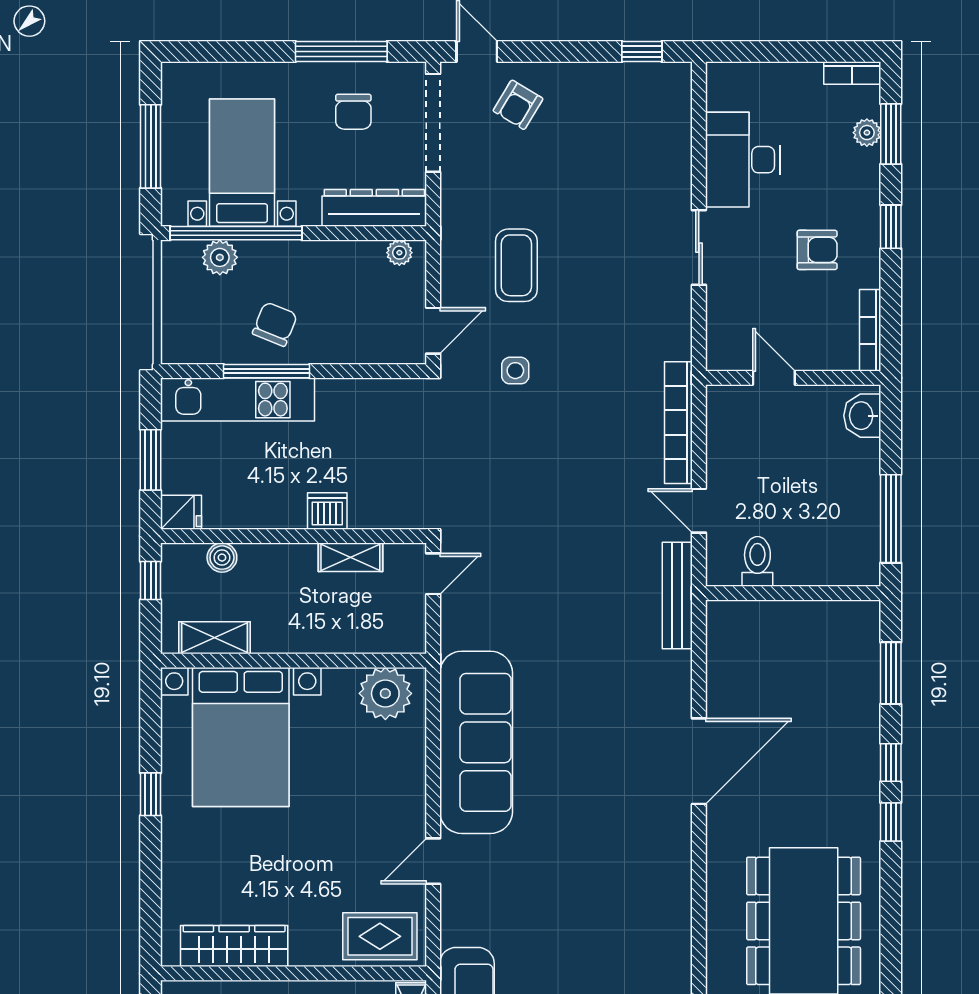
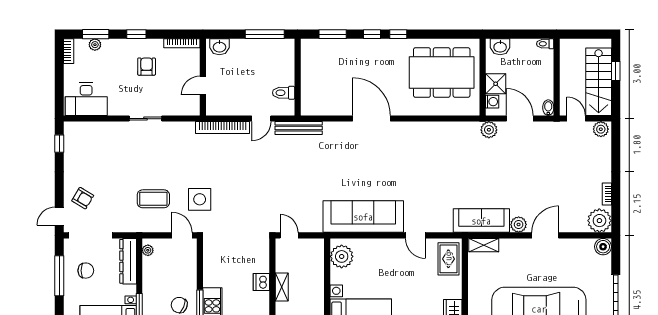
desk: (743, 160) -> (86, 99), moved
side table: (515, 371) -> (200, 199), width x1.87, depth x1.87
shelving: (350, 557) -> (282, 287), moved

